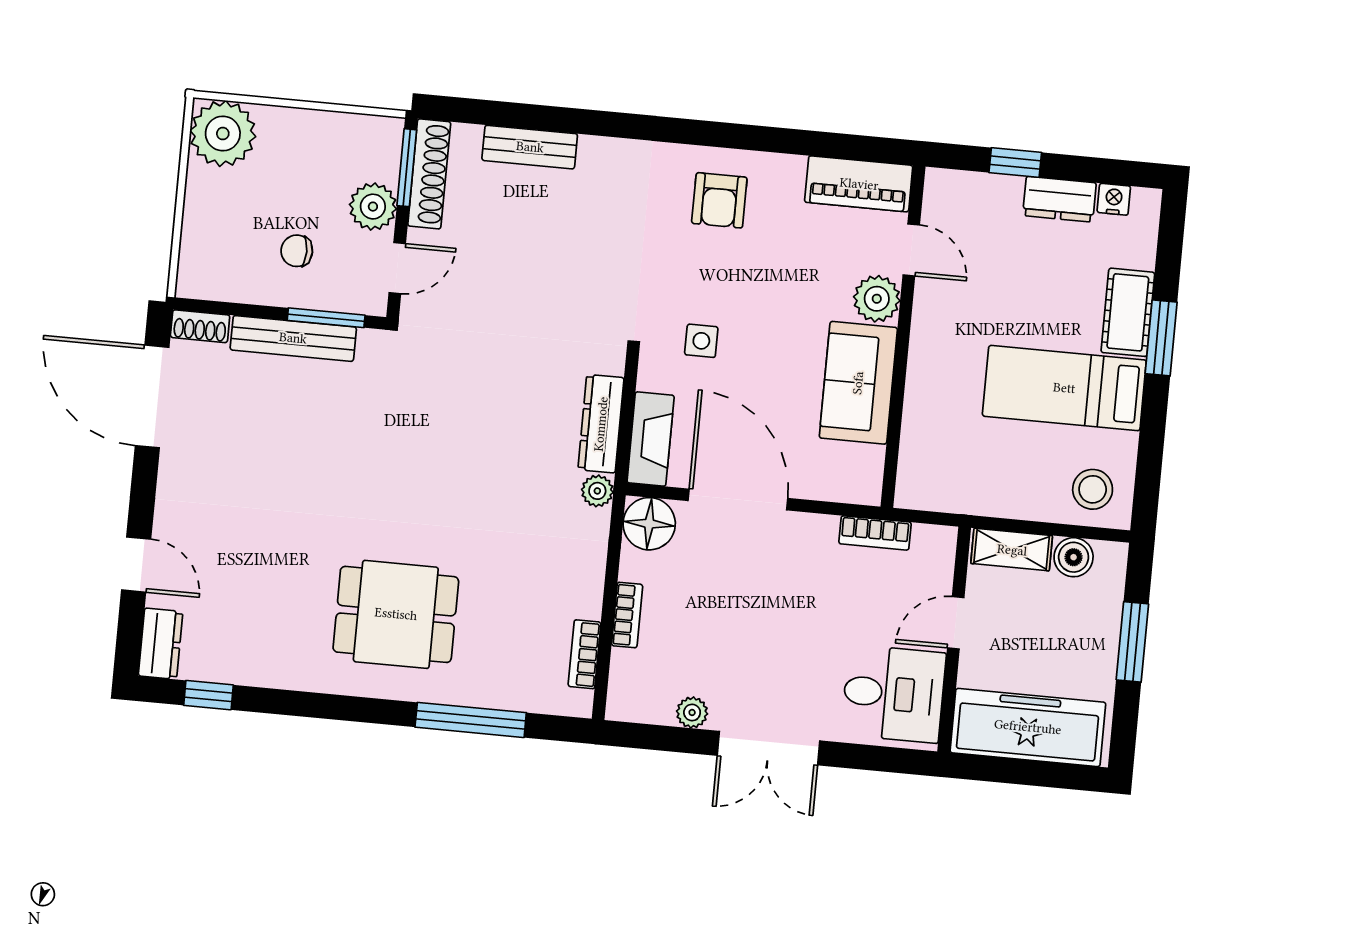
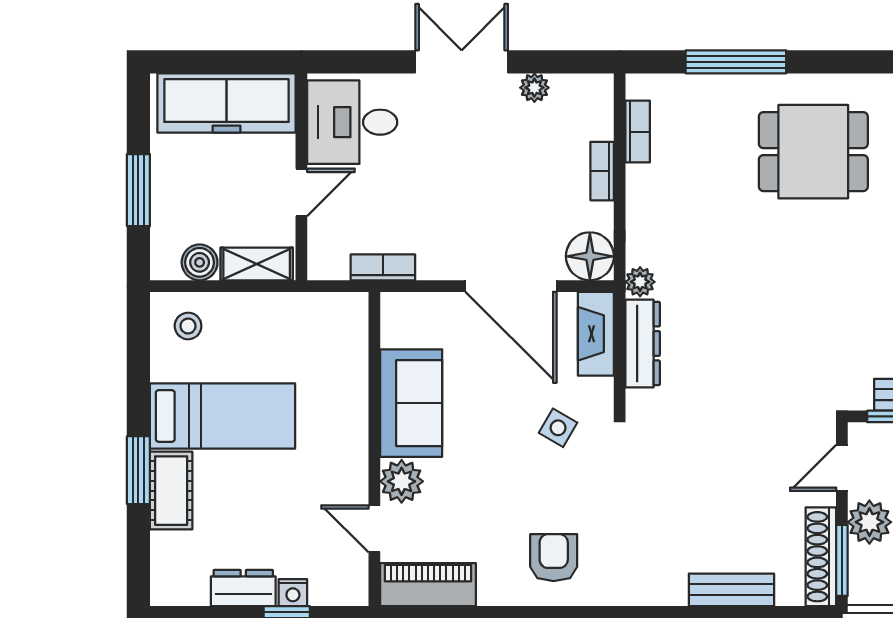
nightstand: (1114, 199) -> (293, 593), moved
side table: (701, 341) -> (558, 428), turned 30
stool: (1093, 489) -> (188, 326), width x0.73, depth x0.73

